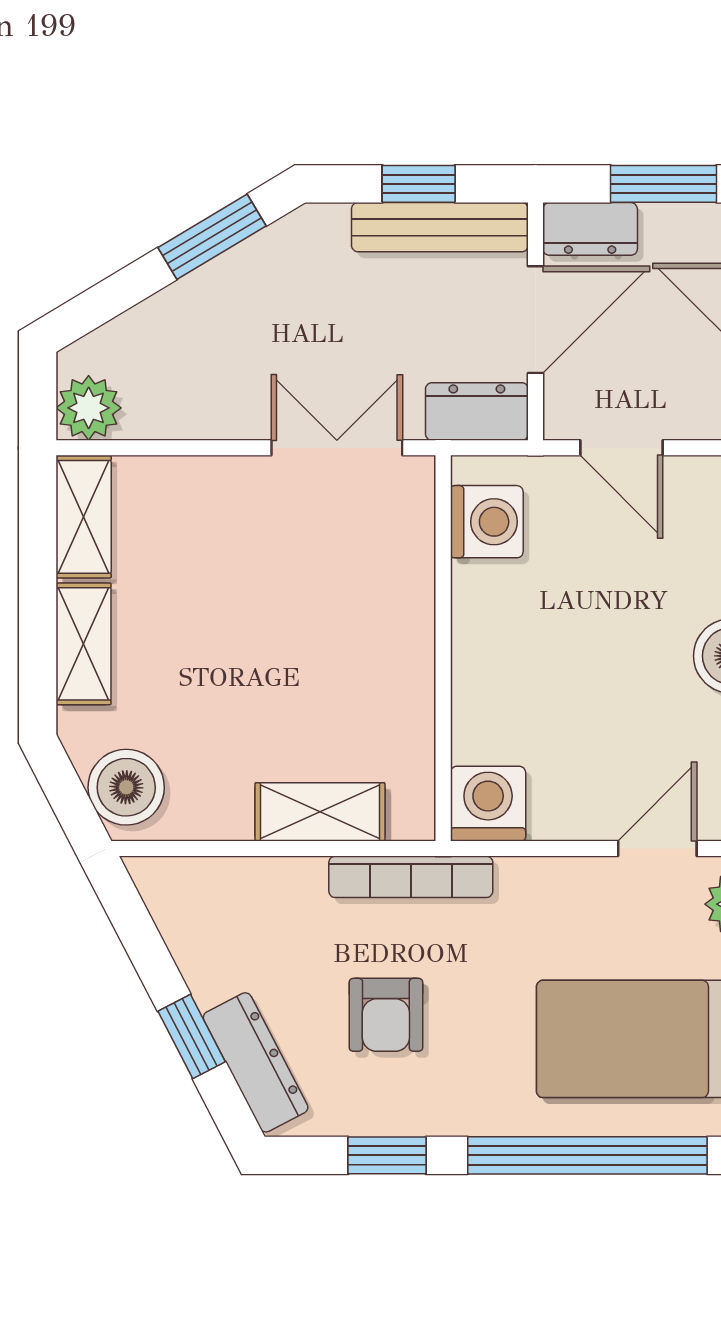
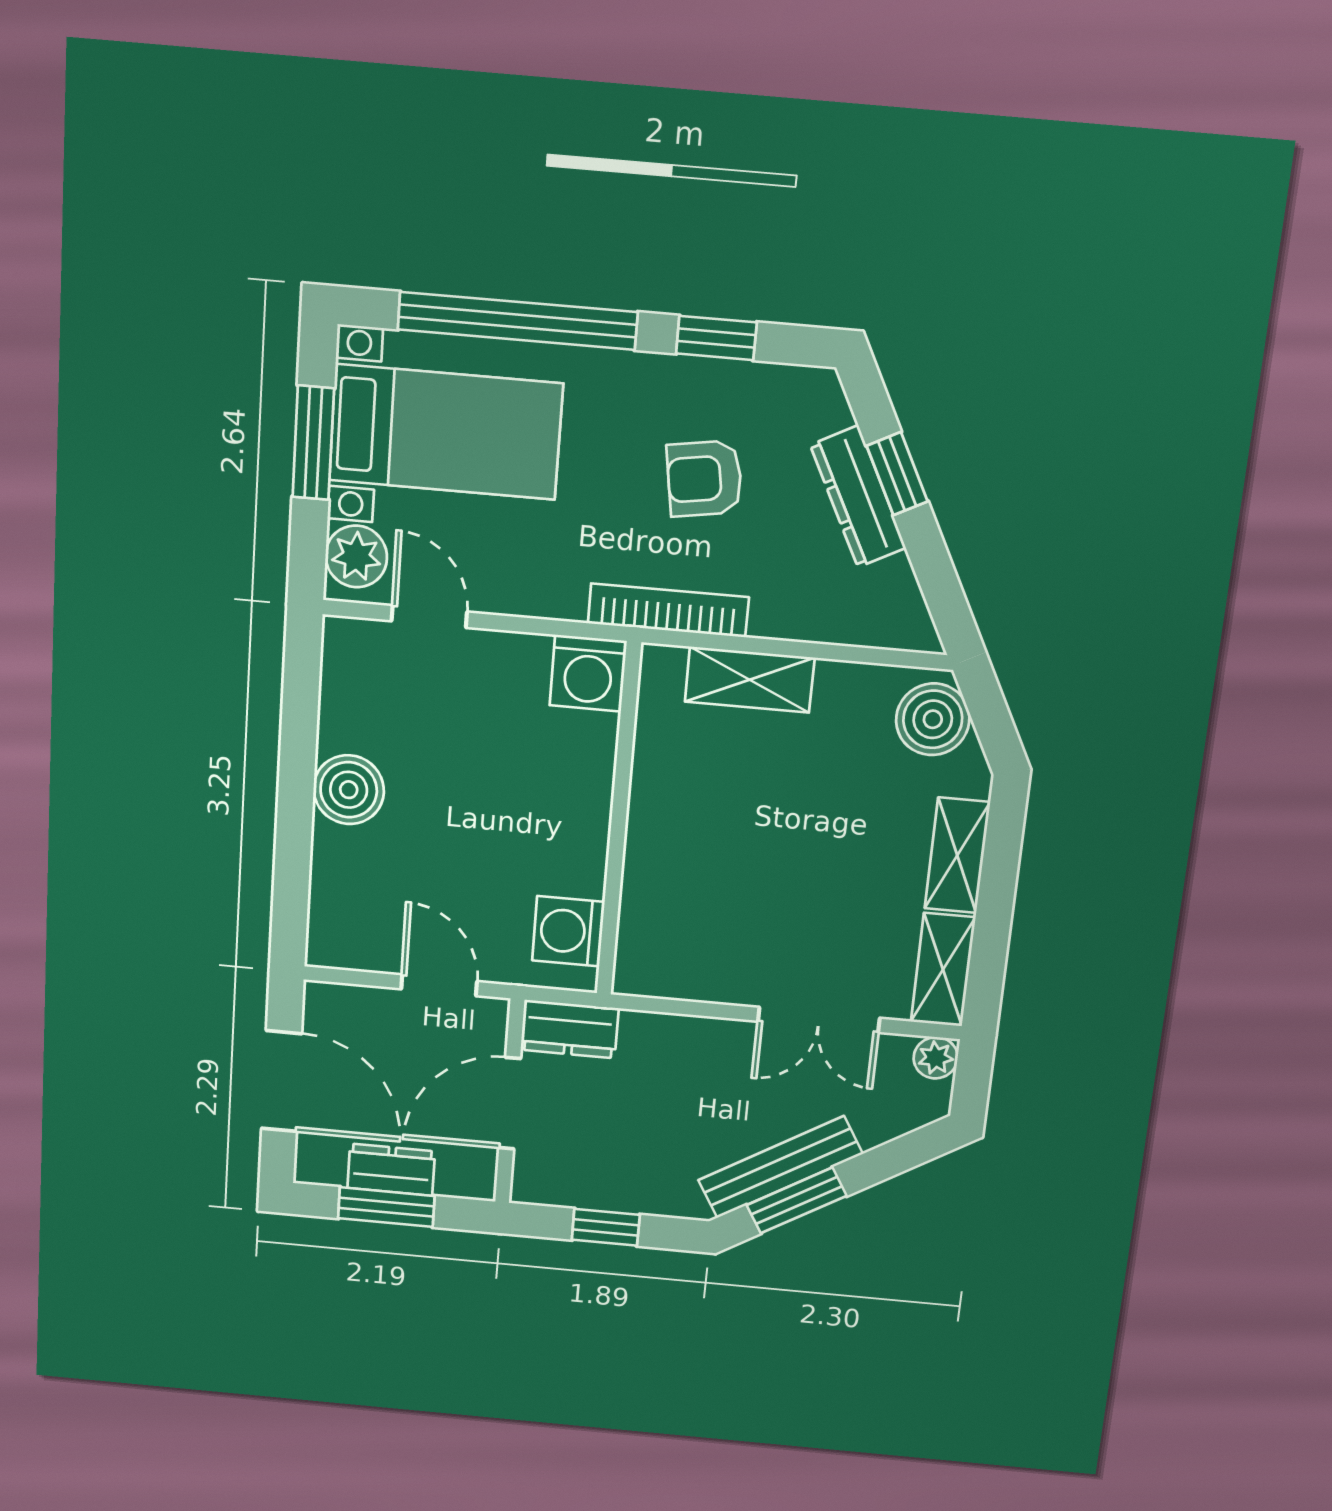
bench: (440, 227) -> (780, 1167), moved, turned -31
dresser: (590, 229) -> (391, 1170), moved
plant: (89, 408) -> (936, 1058), width x0.73, depth x0.73
double door: (337, 448) -> (819, 1020), moved
door: (657, 848) -> (429, 616), swing flipped
armchair: (386, 1015) -> (704, 478), turned -99
dresser: (256, 1062) -> (858, 497), moved

